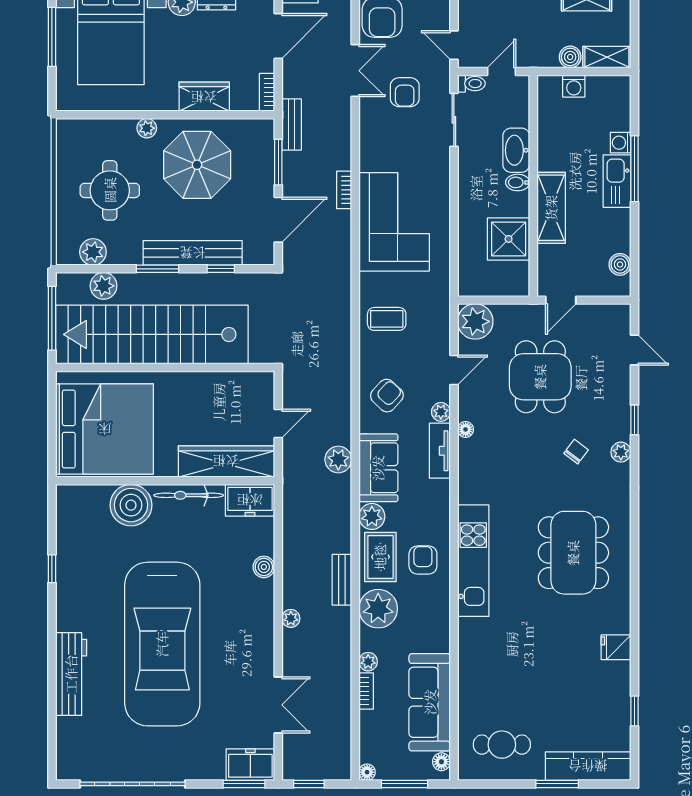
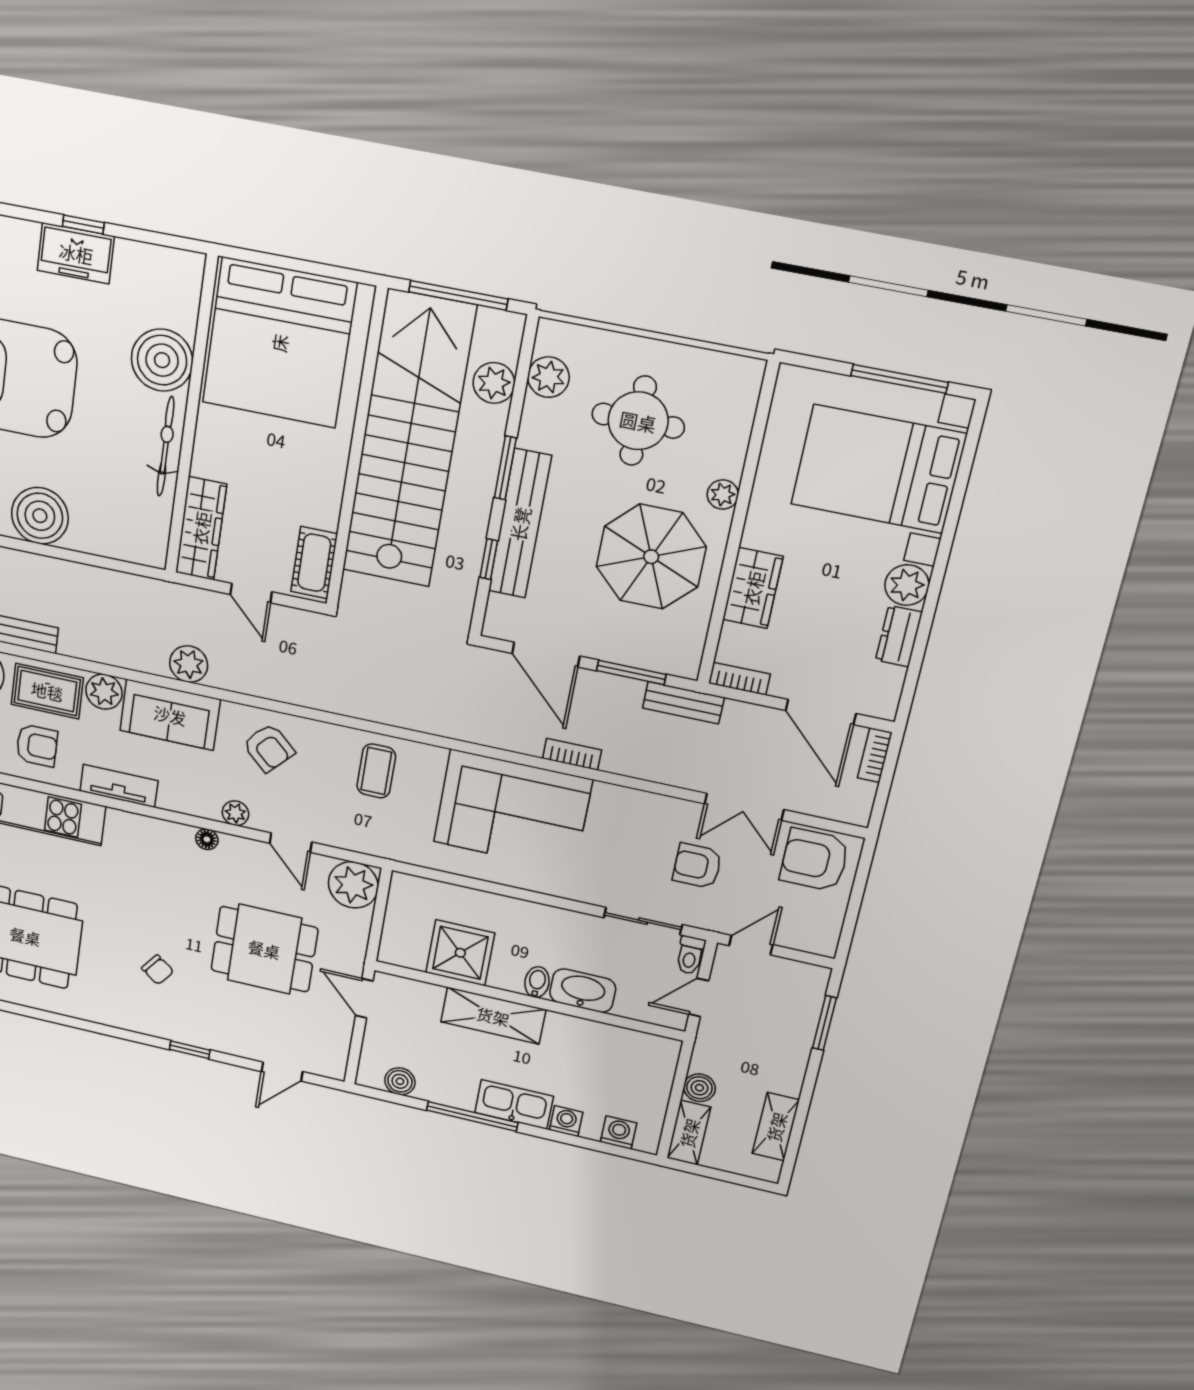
door: (502, 71) -> (699, 997), swing flipped
washing machine: (574, 86) -> (619, 1133), moved, turned 90
window: (634, 169) -> (472, 1116), moved
cot: (248, 384) -> (314, 563), added
tv unit: (440, 451) -> (119, 786), moved
plant: (621, 452) -> (150, 1024), removed
wardrobe: (226, 461) -> (201, 528), width x0.71, depth x0.85
freezer: (250, 500) -> (76, 253), moved, turned -90
boiler: (264, 567) -> (40, 516), width x1.86, depth x1.86

